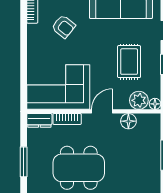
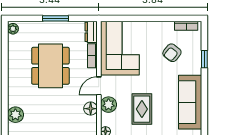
rug: (129, 62) -> (142, 109), turned 90
plant: (139, 100) -> (109, 105), moved
door: (102, 111) -> (99, 86), swing flipped

